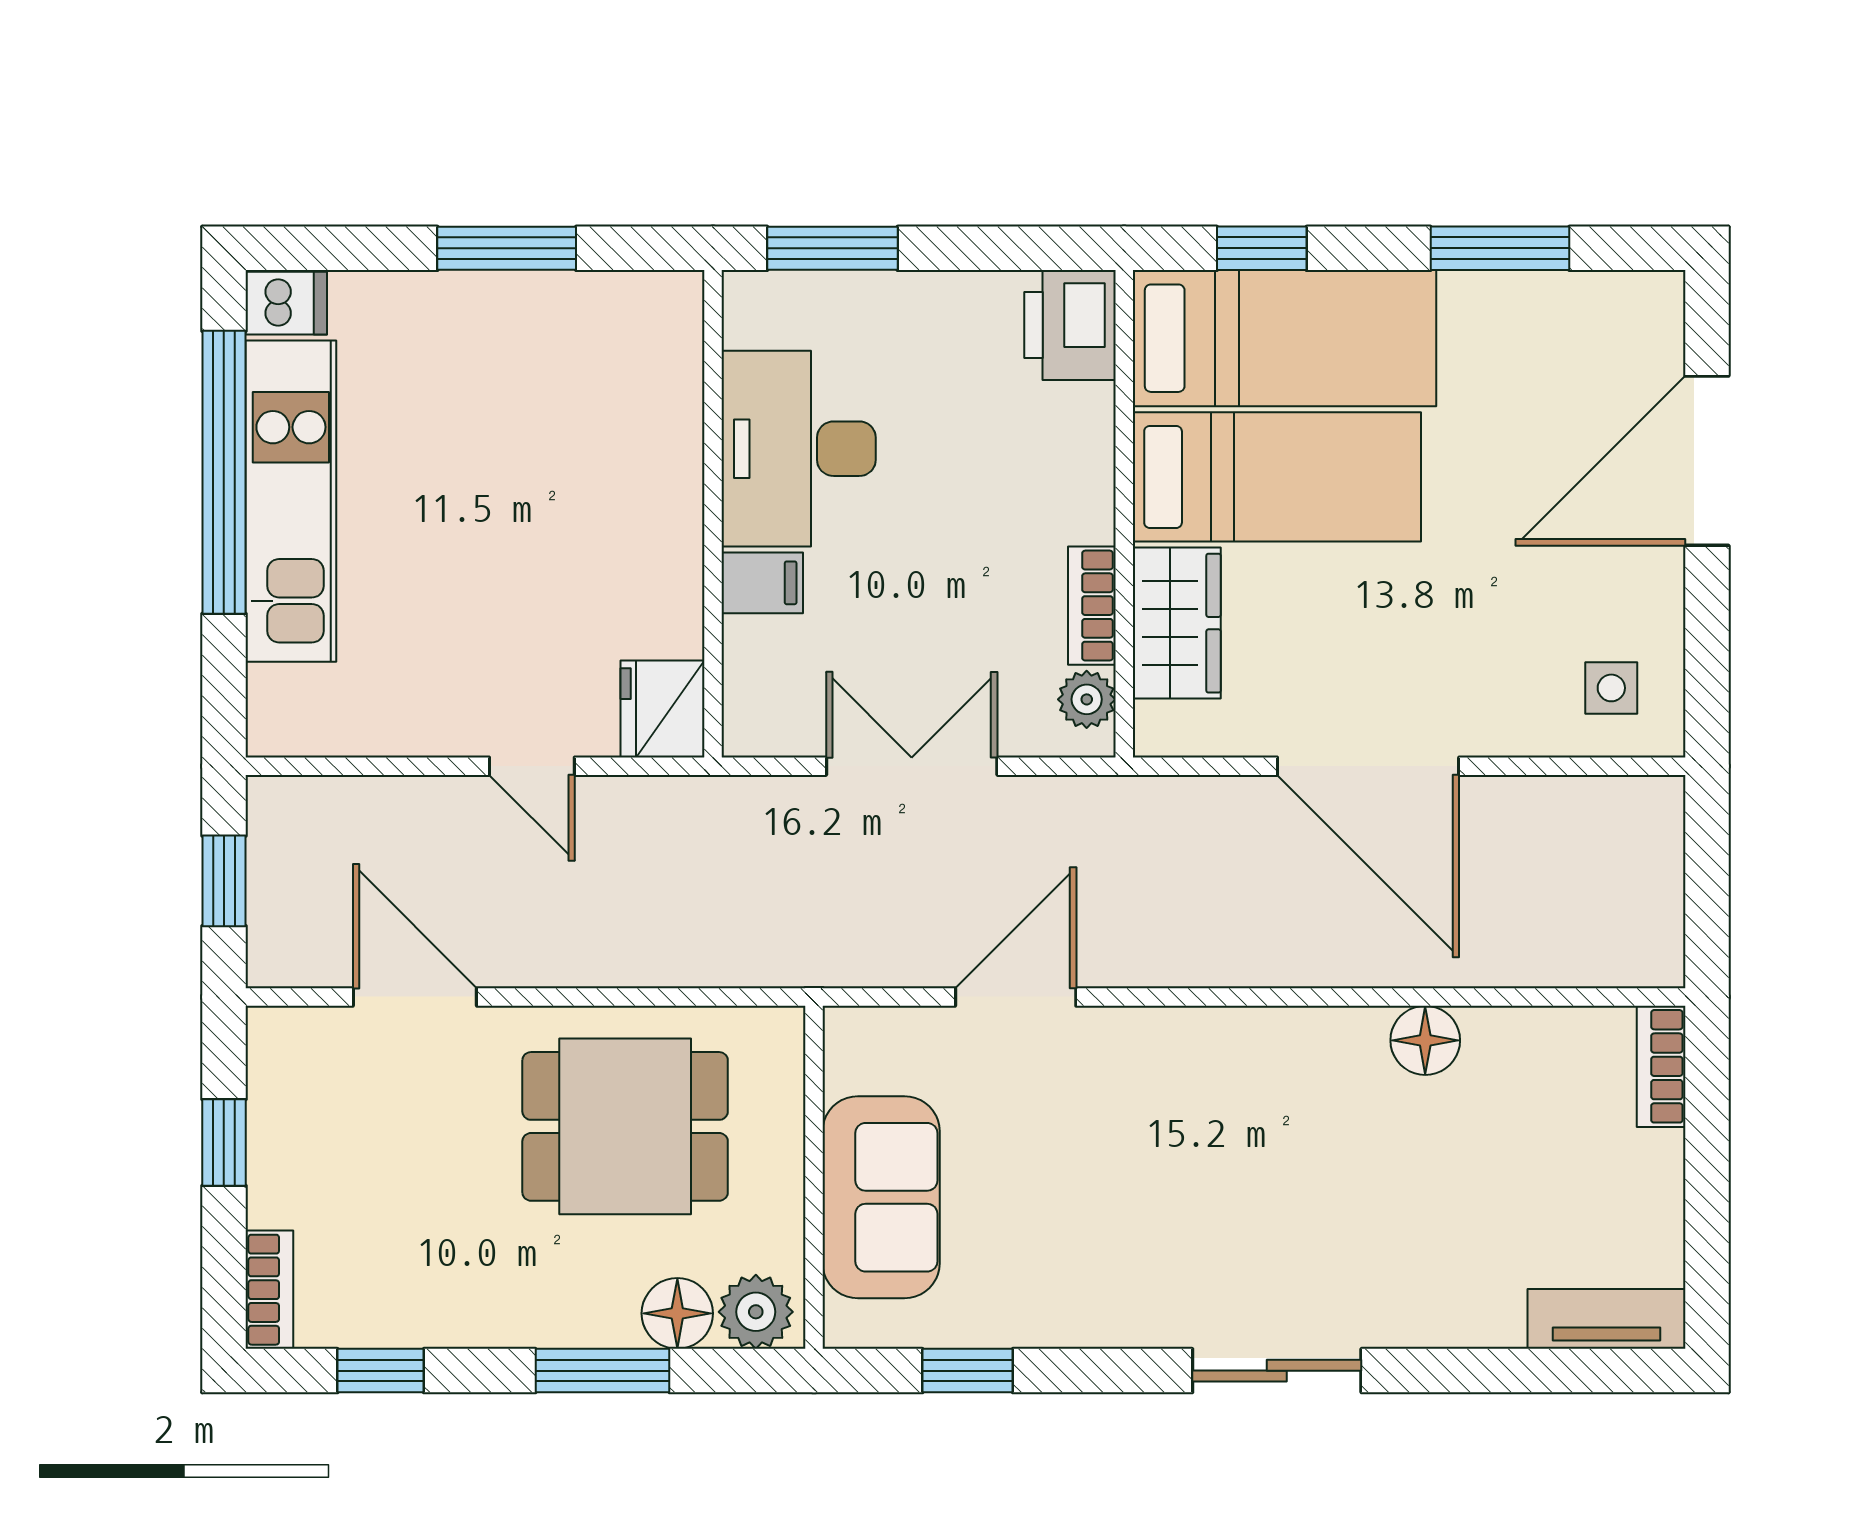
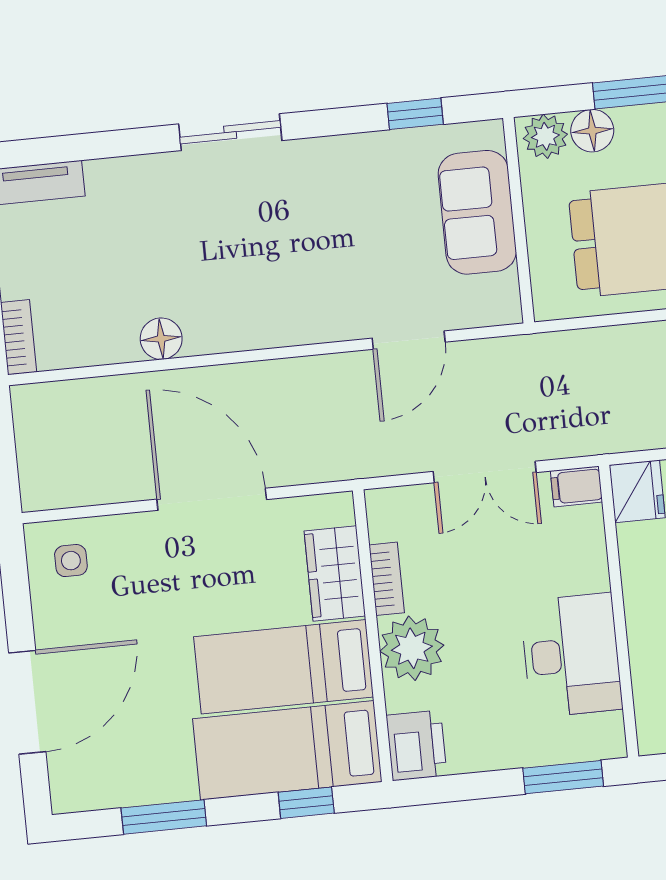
filing cabinet: (762, 583) -> (576, 486), moved
plant: (1087, 699) -> (412, 648), moved, width x1.88, depth x1.88

